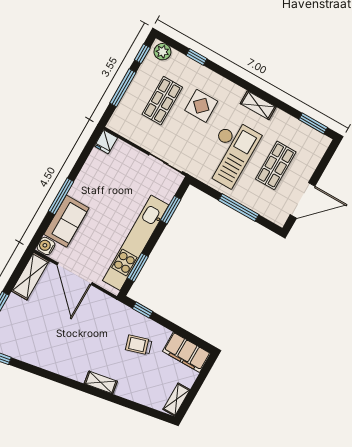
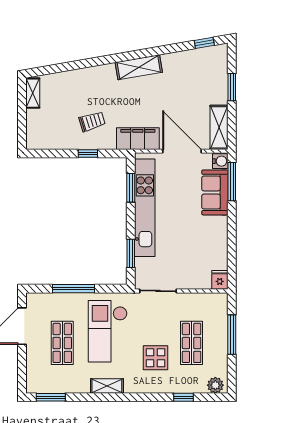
window: (142, 54) -> (232, 374), removed
window: (61, 196) -> (232, 182), moved
window: (143, 310) -> (88, 153), moved
filing cabinet: (187, 352) -> (138, 139), moved
shelving: (101, 382) -> (139, 67), moved, width x1.50, depth x1.33

